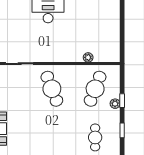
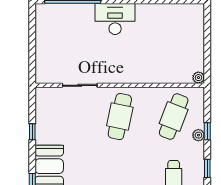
plant: (88, 57) -> (198, 78), moved
cafe table: (52, 89) -> (120, 117), turned 33

